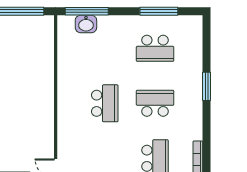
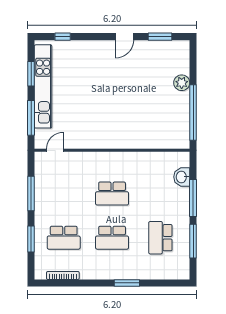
window: (87, 11) -> (193, 198), moved
school desk: (155, 103) -> (112, 238), turned 90

